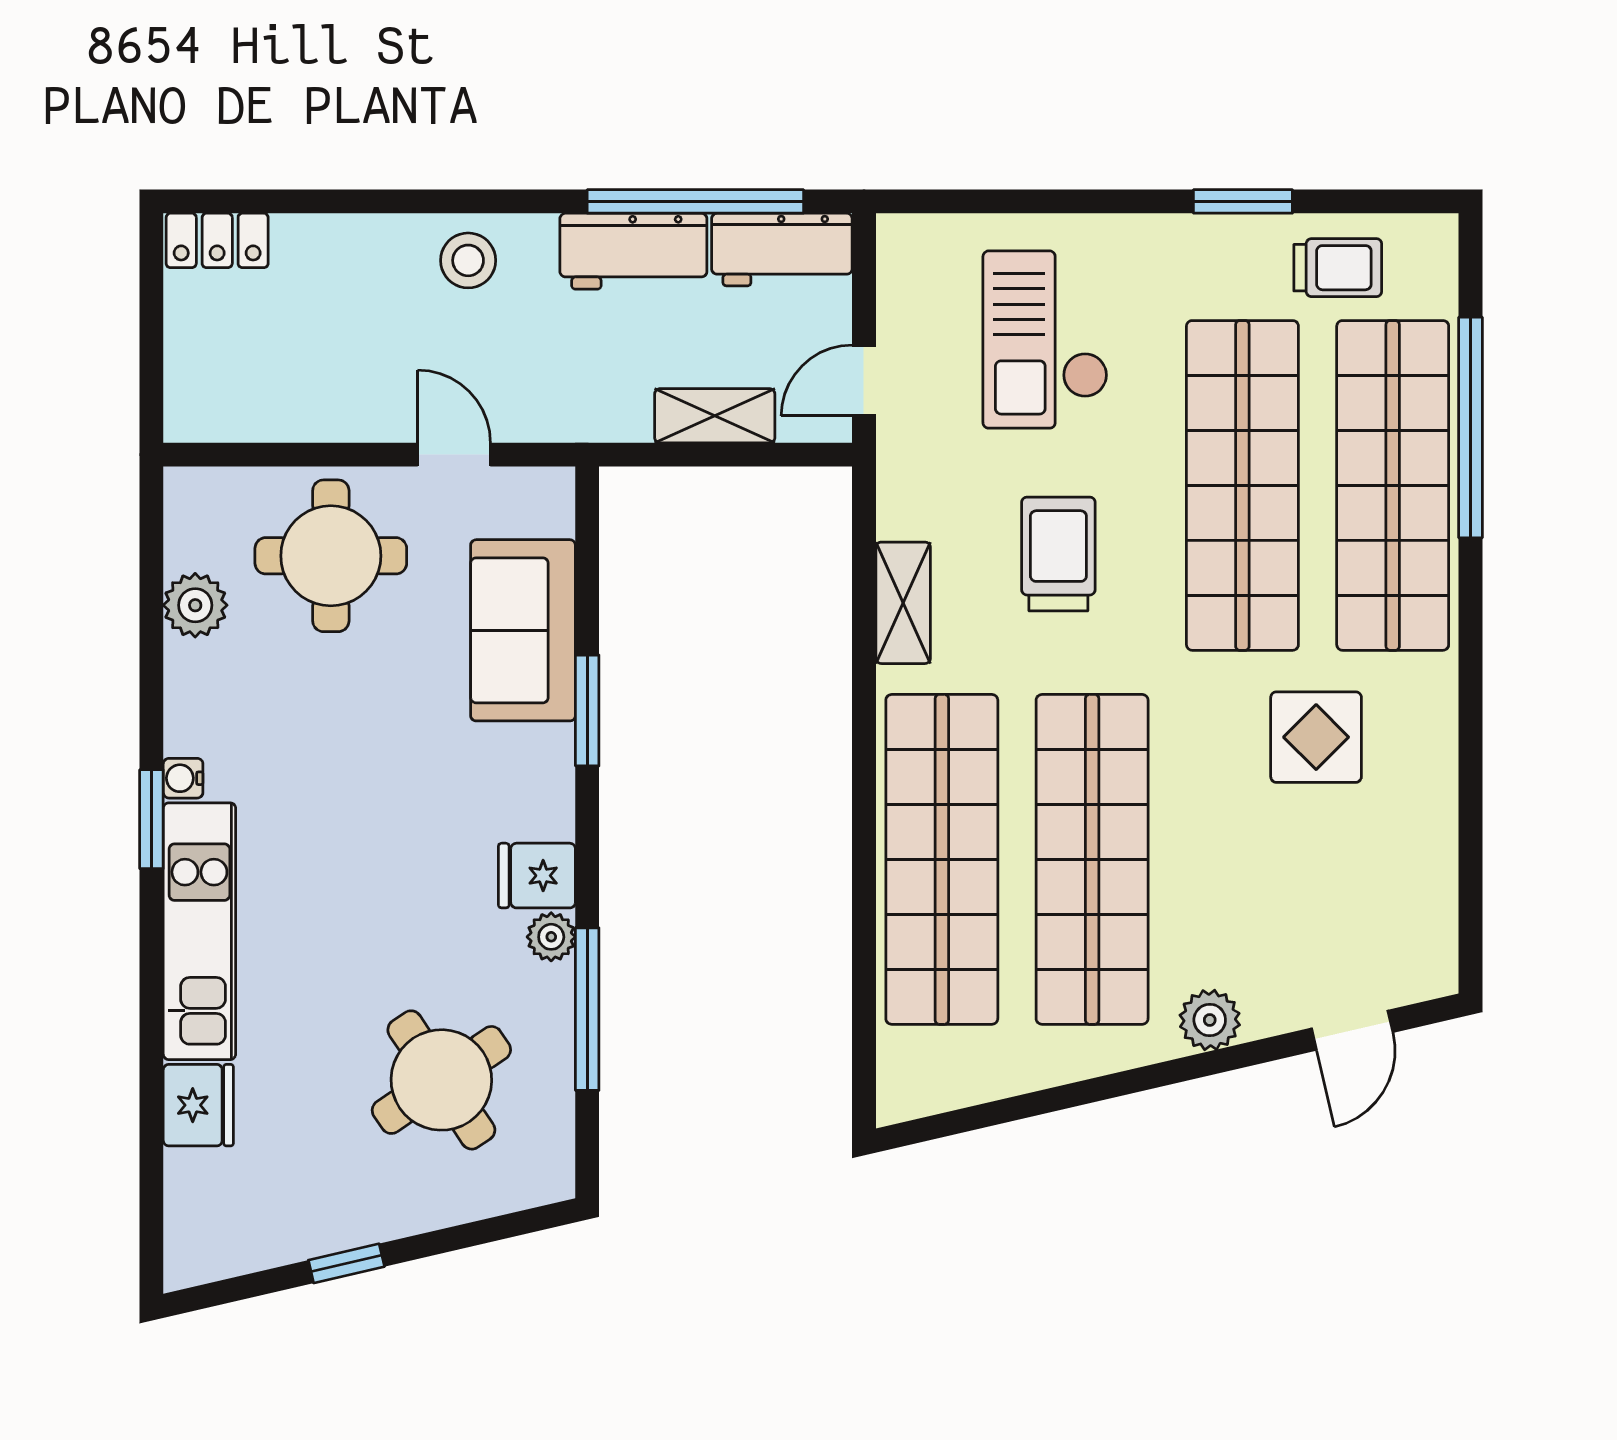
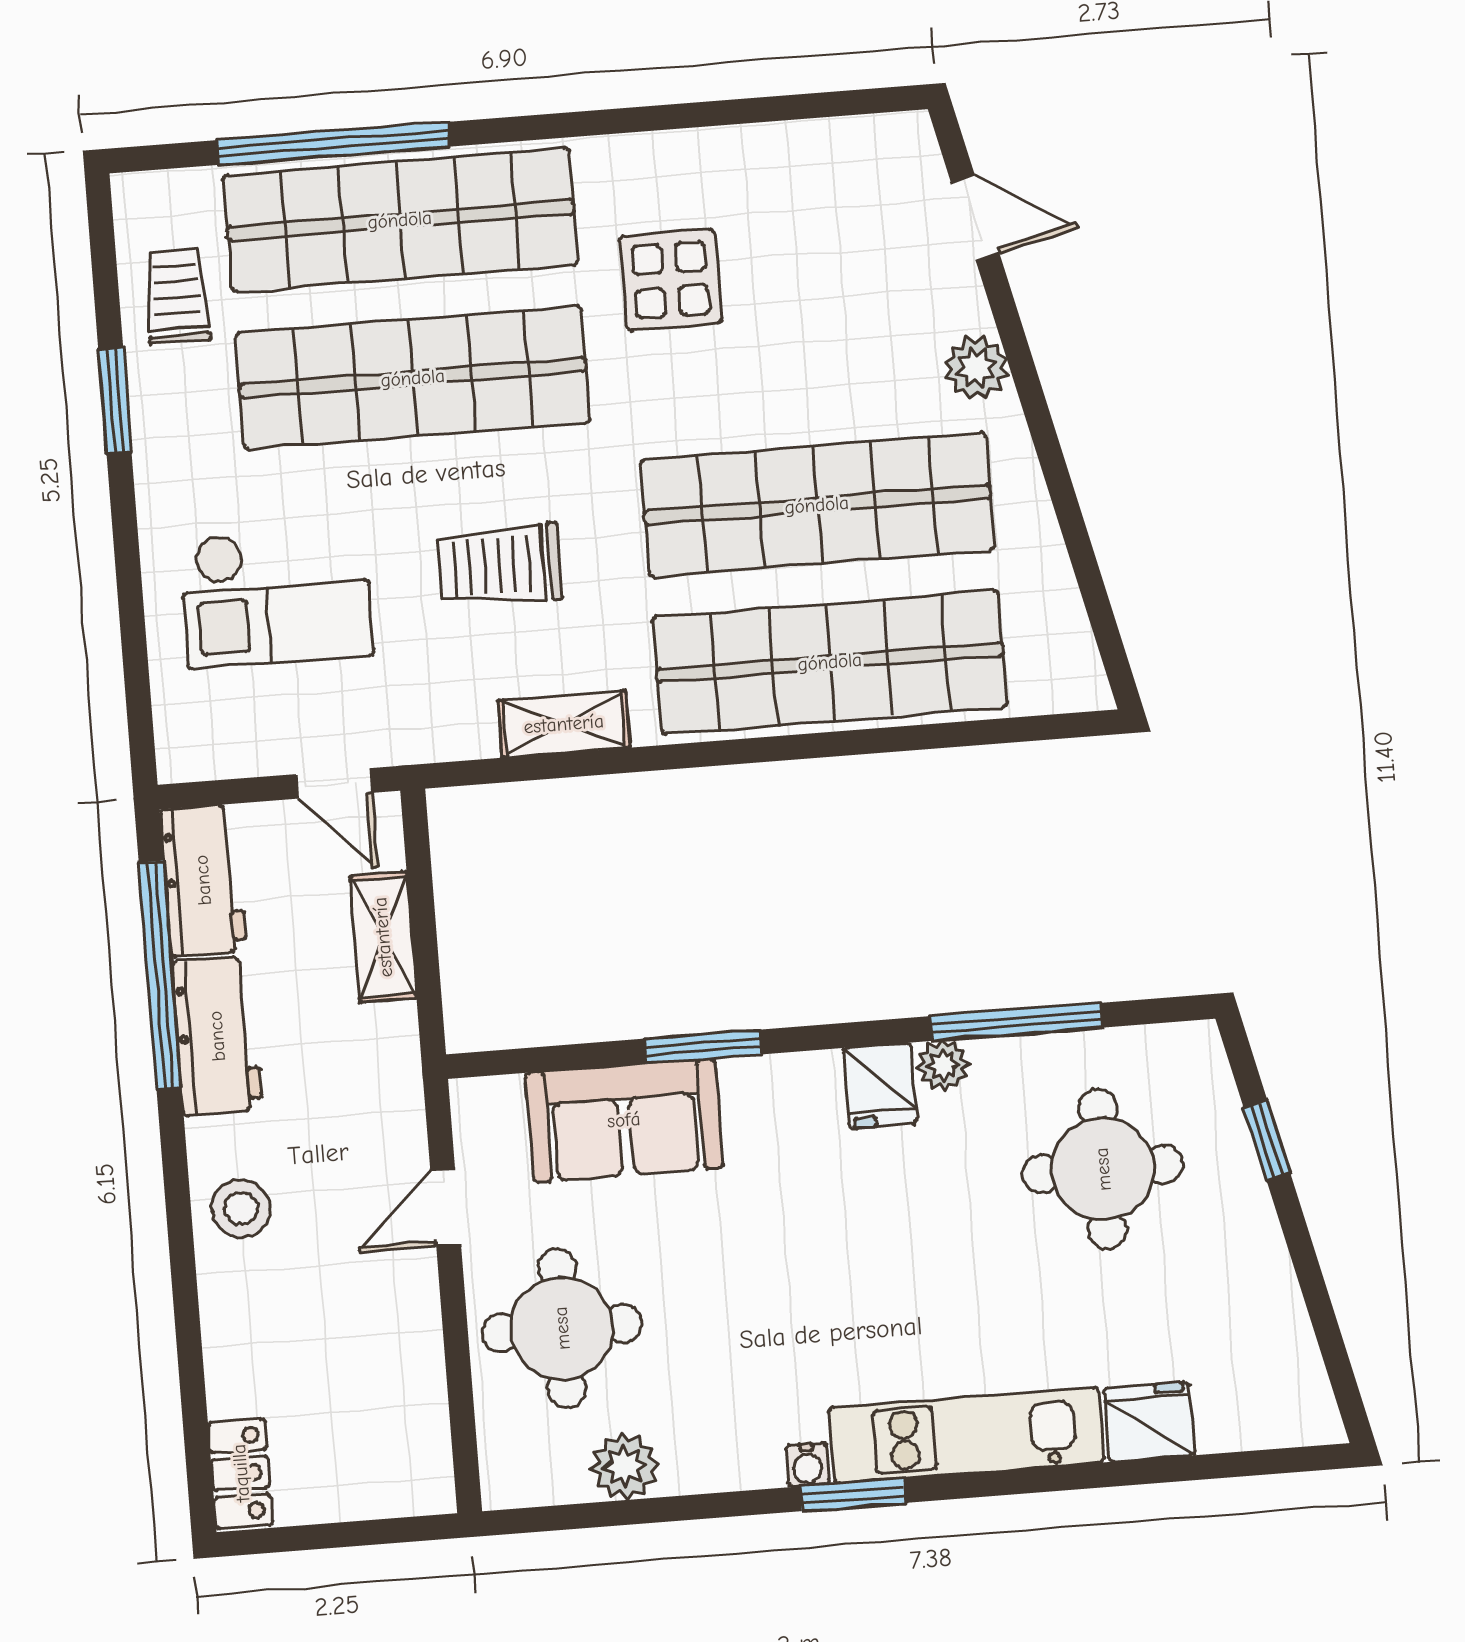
round table: (441, 1080) -> (1103, 1169), turned 34
window: (346, 1263) -> (1267, 1140), moved

